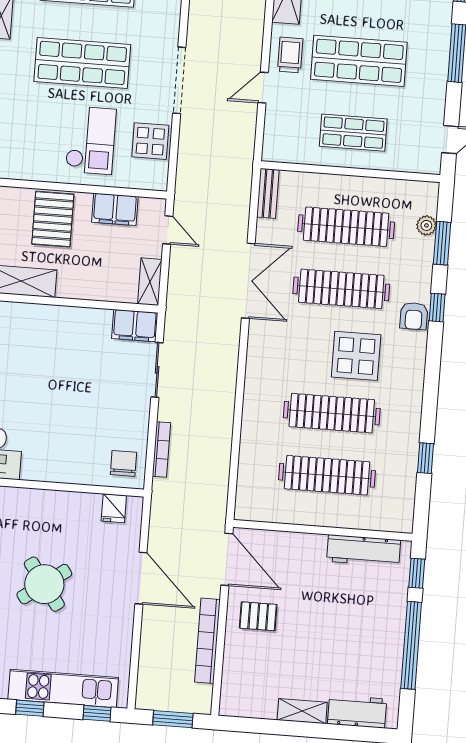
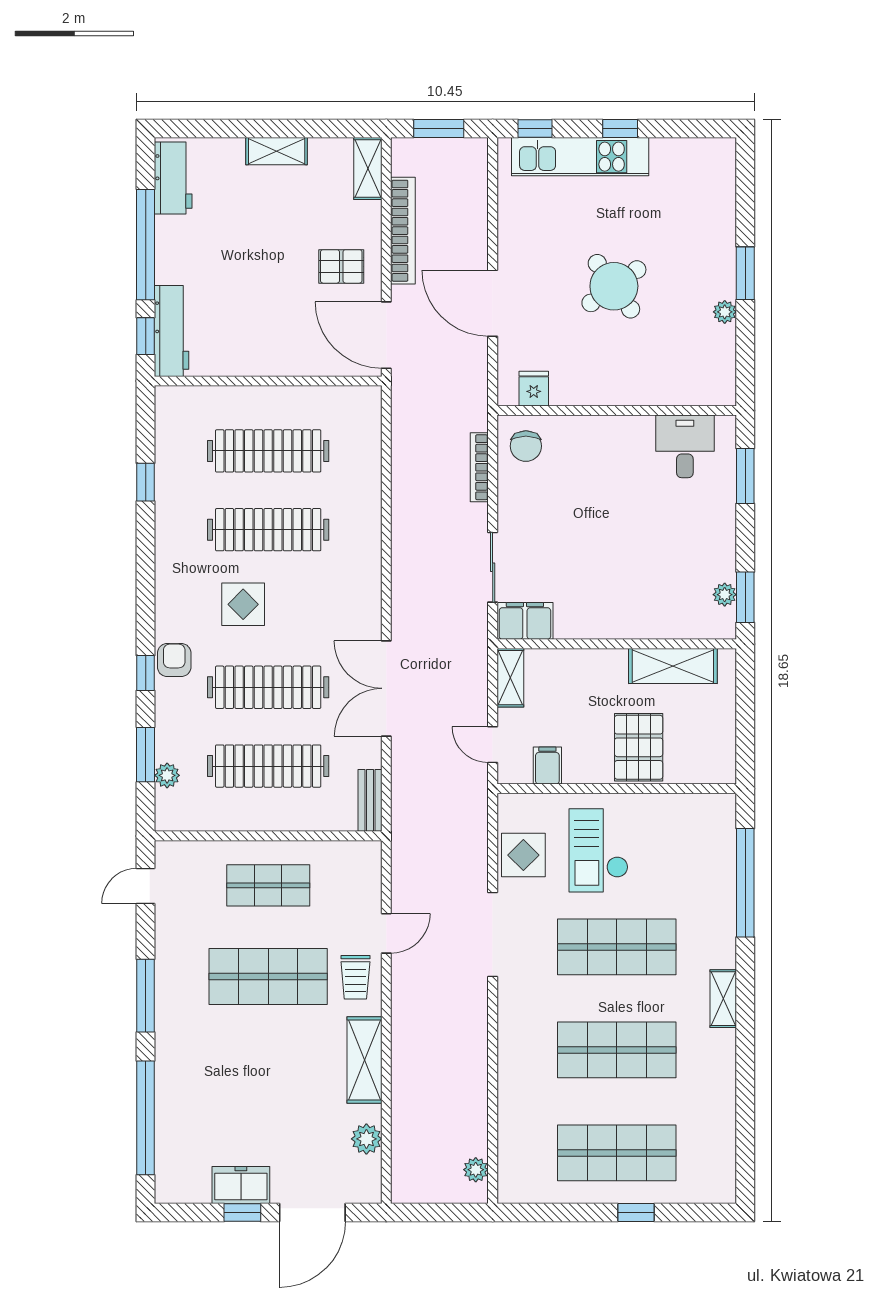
filing cabinet: (115, 209) -> (547, 766), width x0.50
display table: (356, 356) -> (243, 604), width x0.73, depth x0.73
workbench: (364, 551) -> (172, 331), moved, turned 90
shelving: (231, 692) -> (368, 168), added
workbench: (357, 712) -> (173, 178), moved, turned -90

